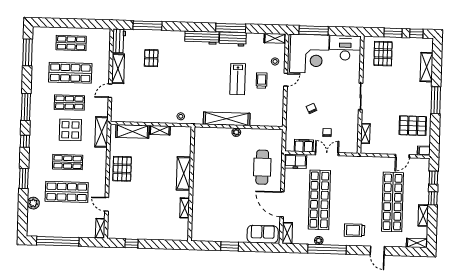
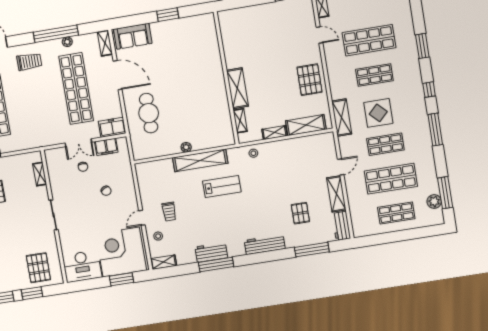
window: (314, 30) -> (122, 279), width x0.69
workbench: (202, 38) -> (265, 245), moved
lab bench: (238, 79) -> (222, 186), moved, turned 90
plant: (33, 203) -> (434, 201), moved
shelving: (185, 208) -> (240, 121), moved

